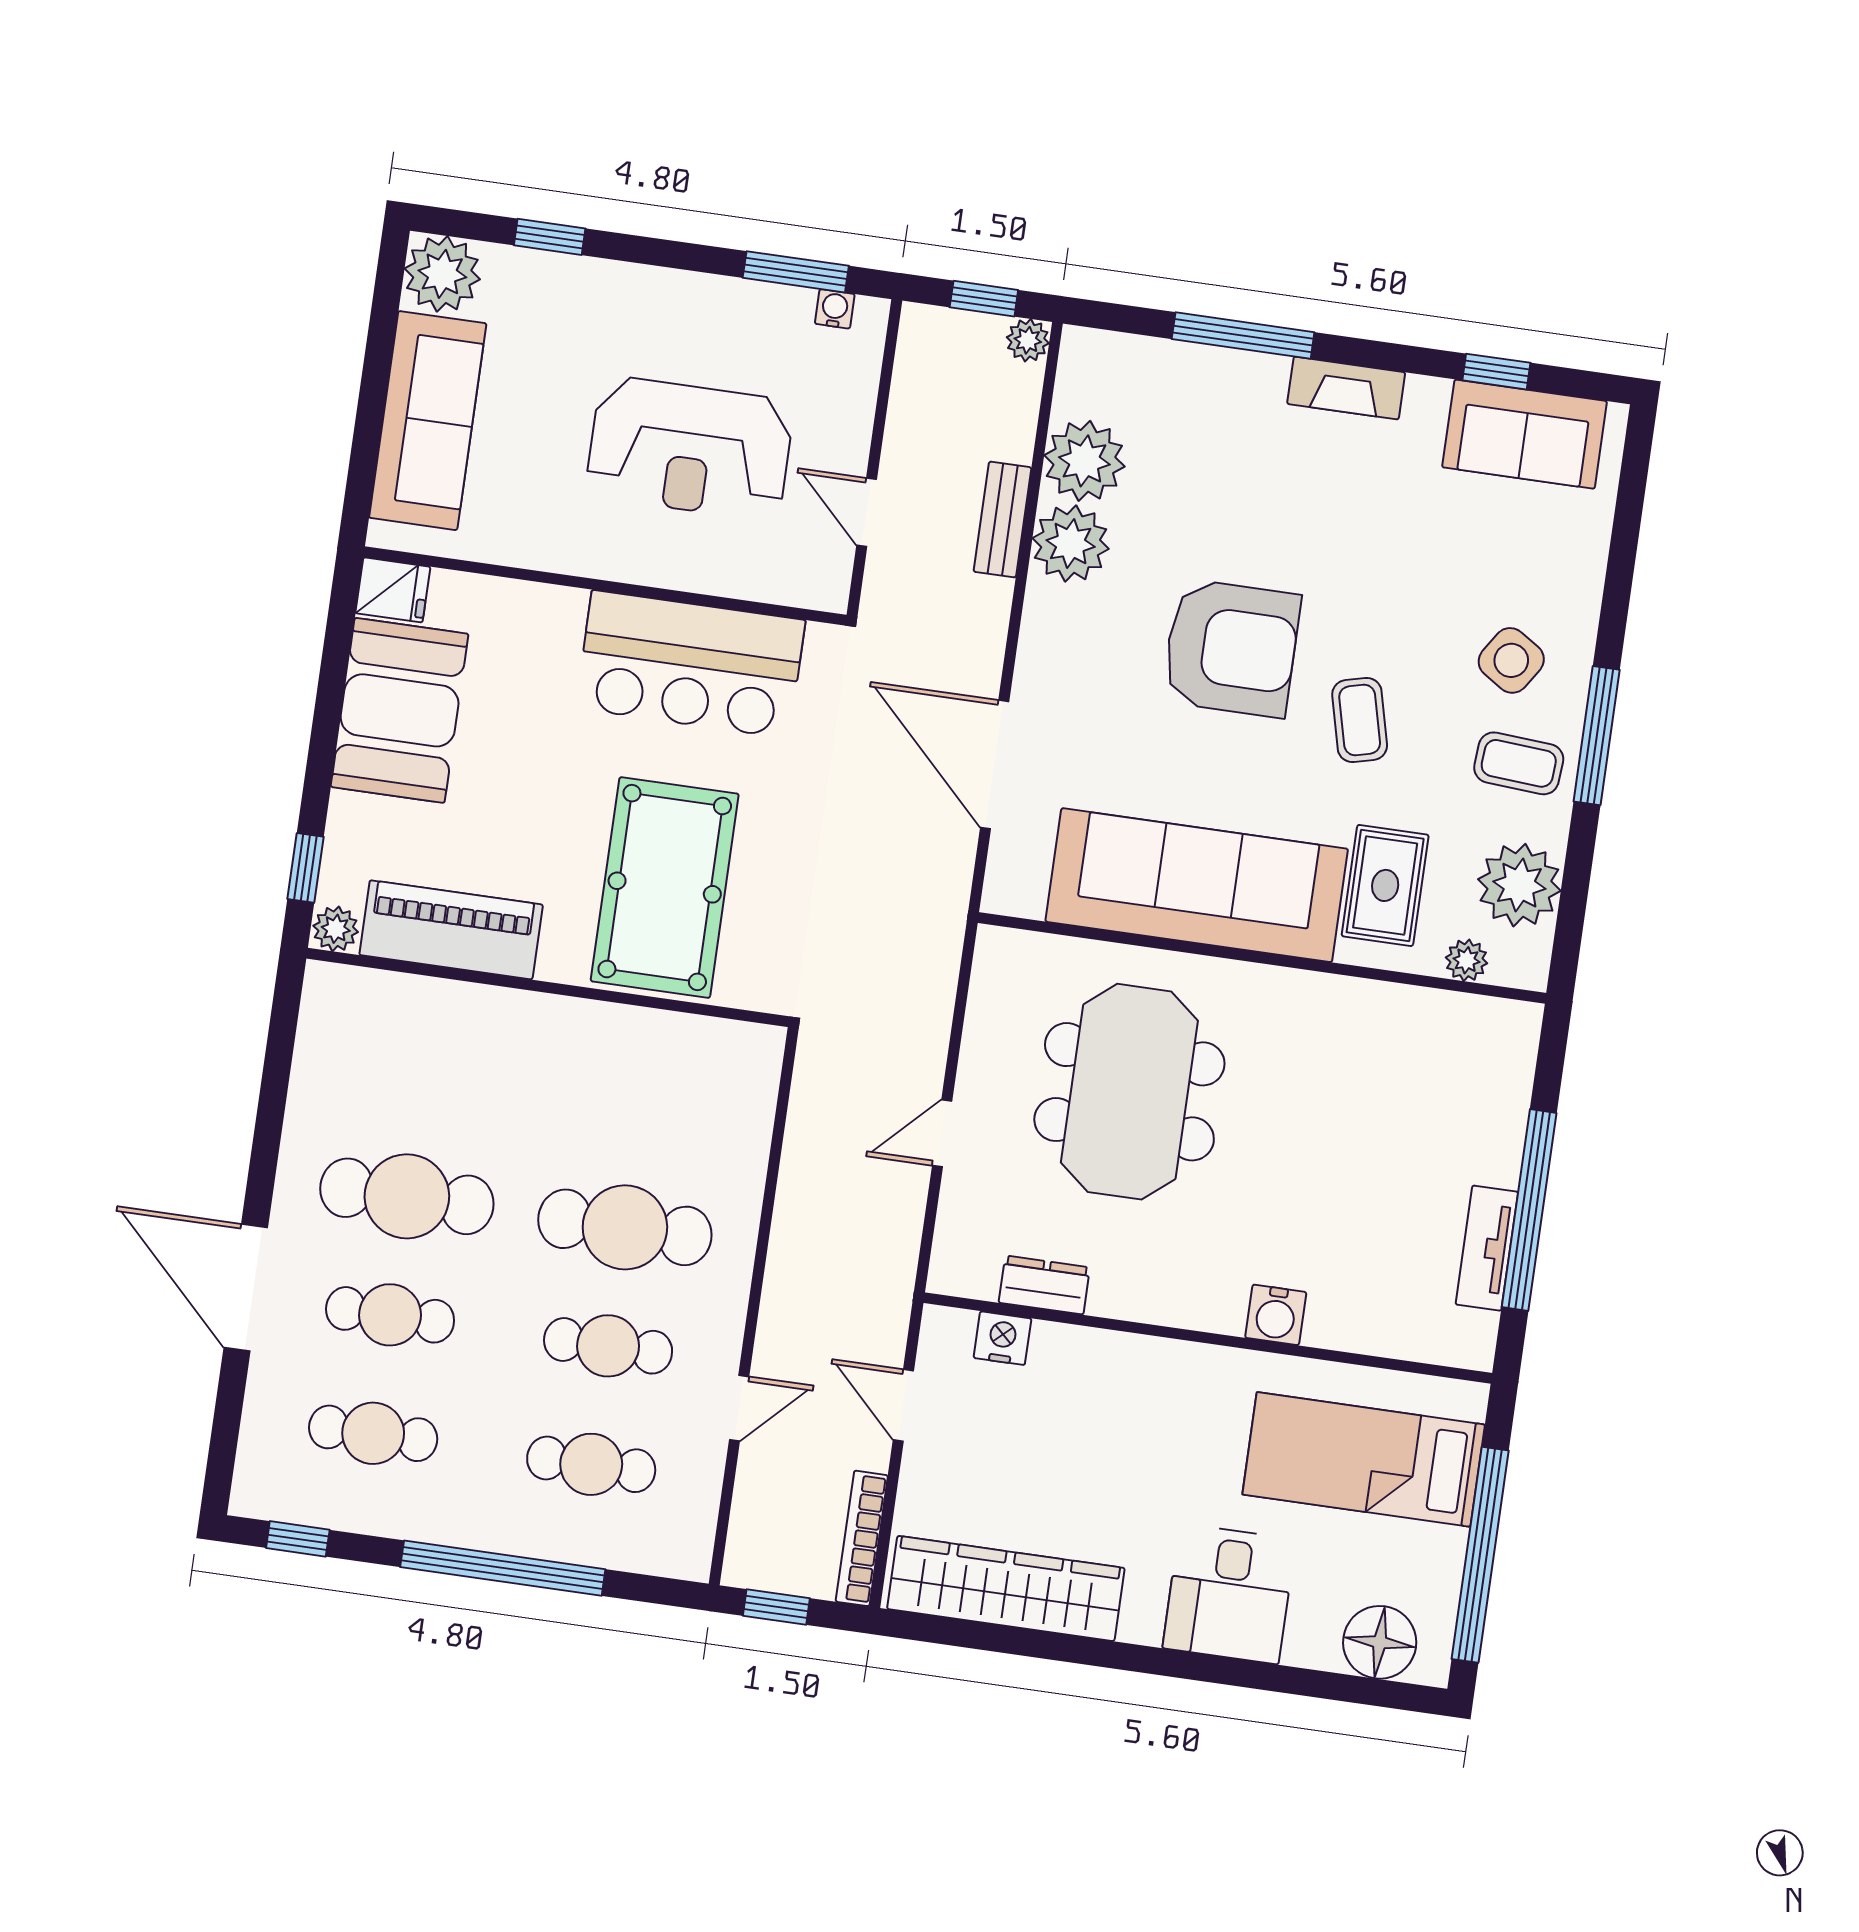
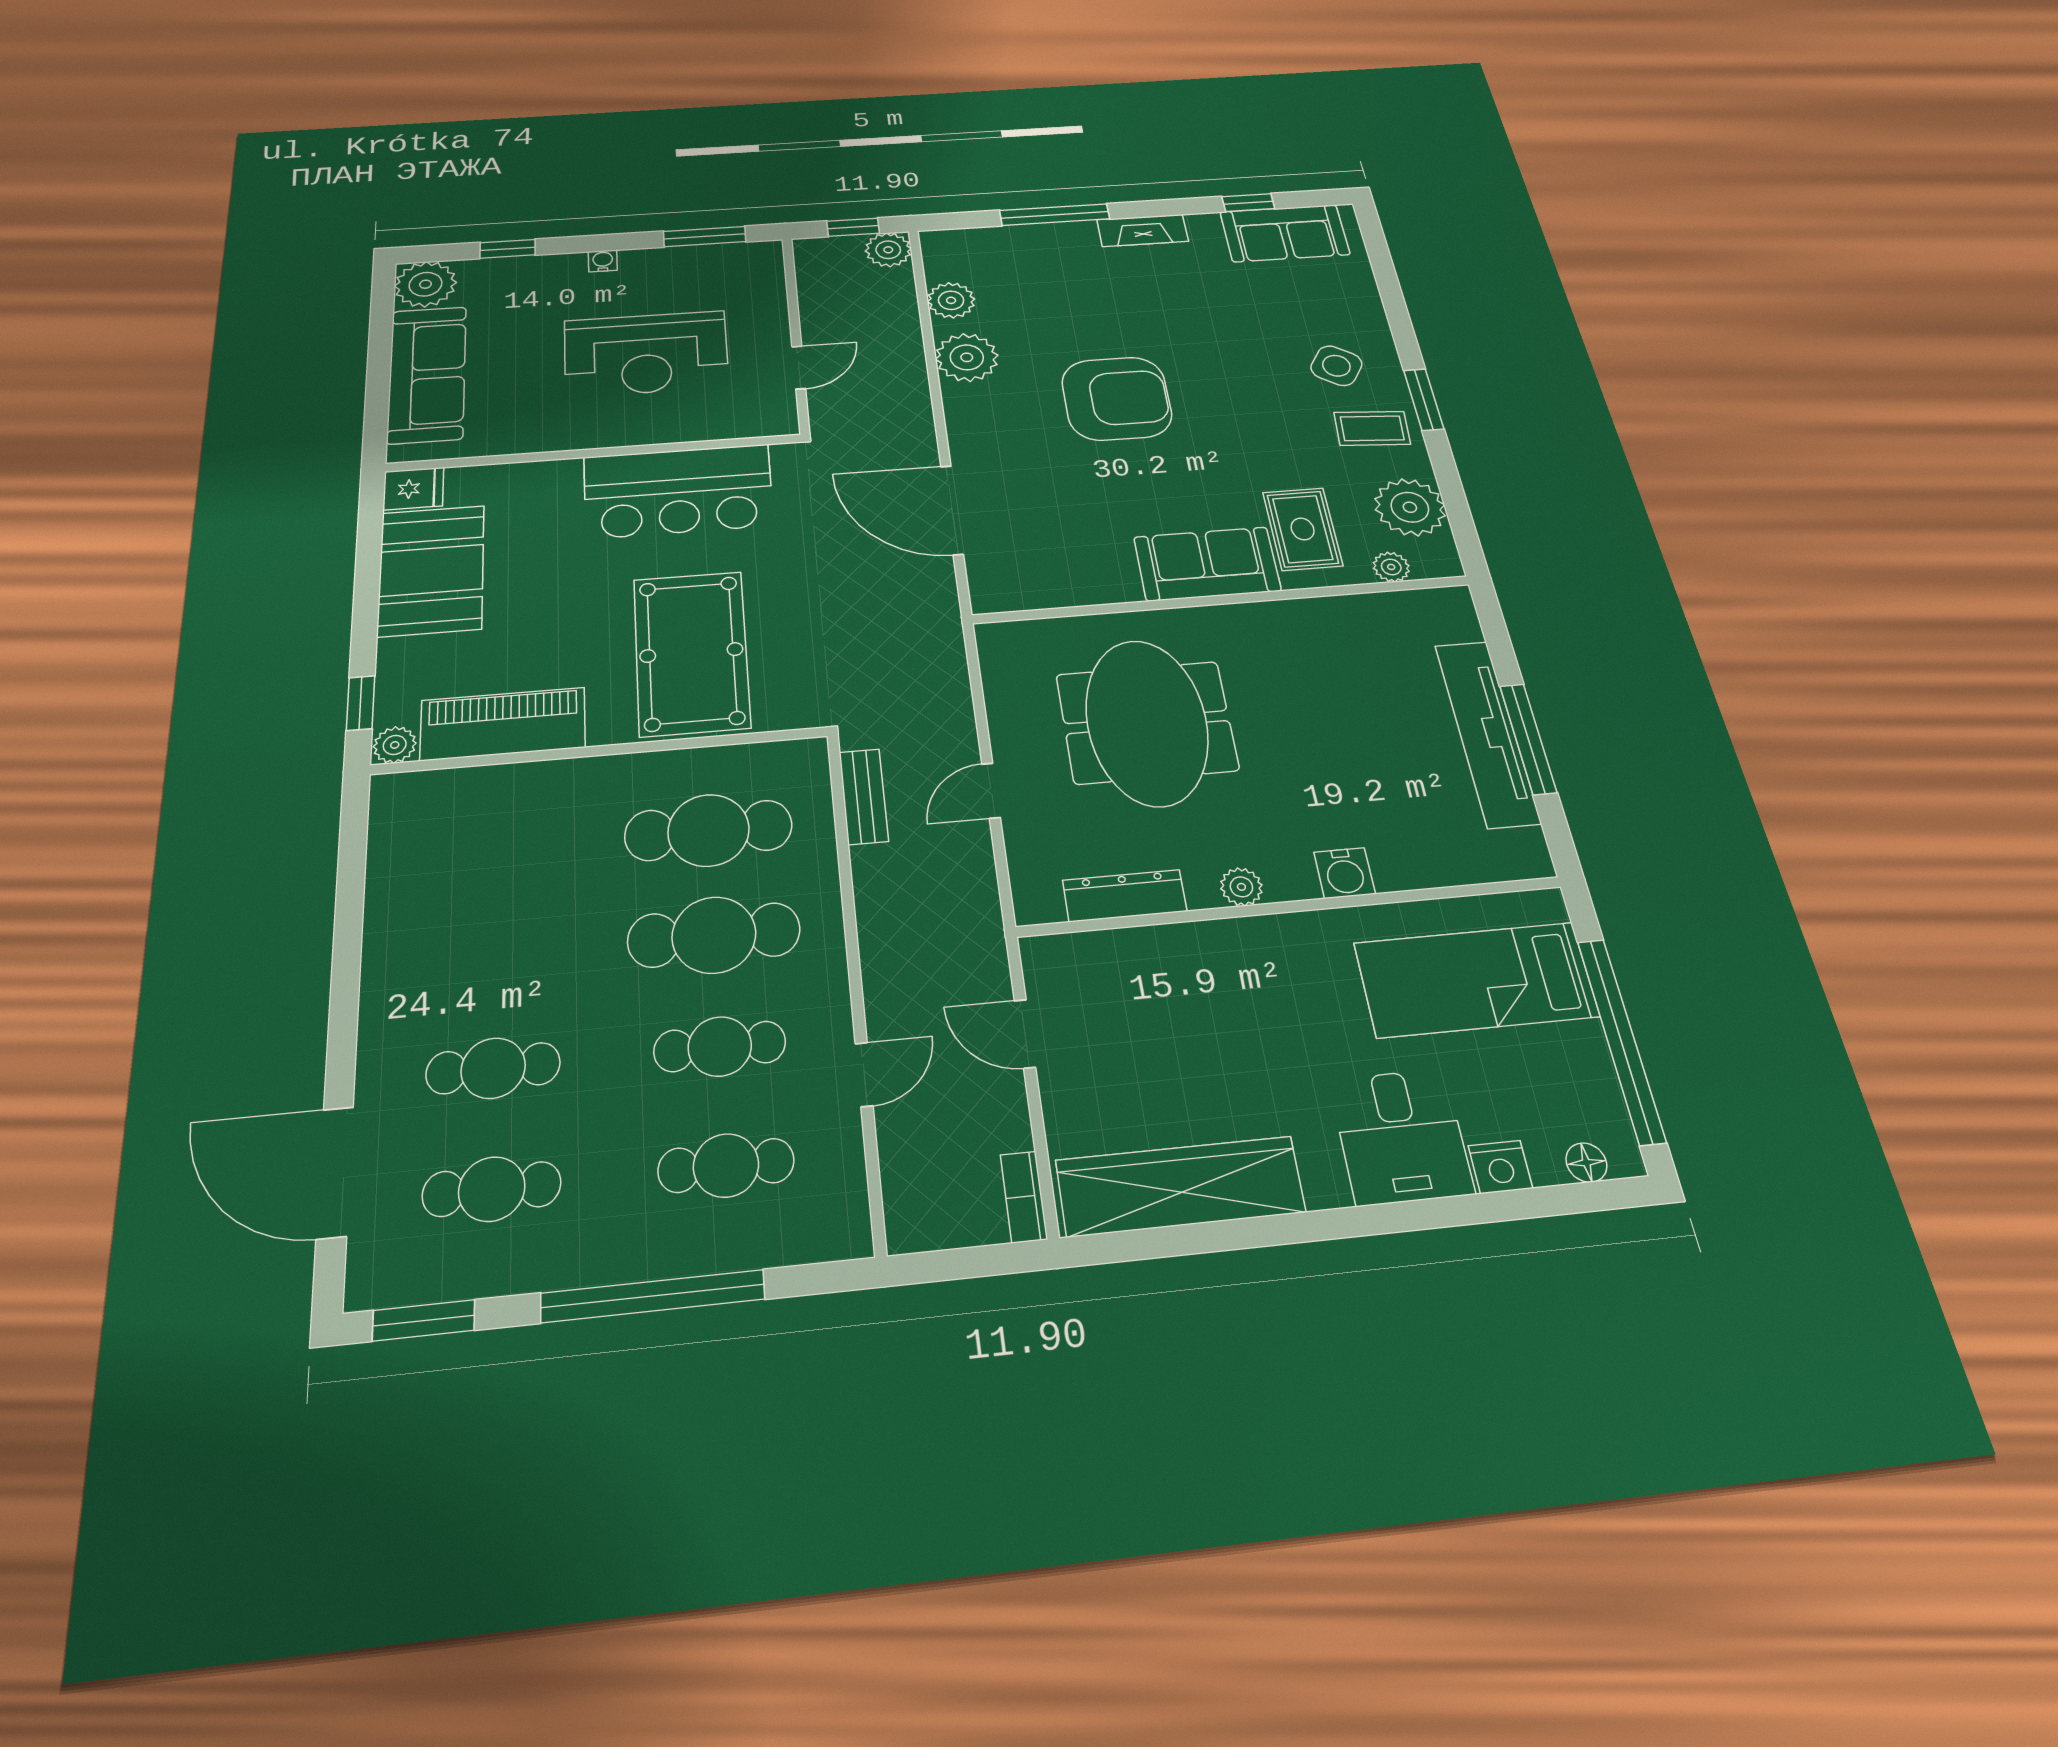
water cooler: (835, 309) -> (603, 261), moved
plant: (1028, 340) -> (888, 250), width x1.38, depth x1.38
plant: (1084, 461) -> (951, 300), width x0.73, depth x0.73
door: (867, 512) -> (799, 367), swing flipped
bench: (1002, 520) -> (864, 796), moved
coffee table: (1360, 720) -> (1236, 425), removed
window: (1597, 736) -> (1424, 400), width x0.69
sofa: (1197, 885) -> (1207, 564), width x0.54, depth x0.79
cafe table: (407, 1196) -> (708, 830), moved
window: (1529, 1210) -> (1528, 739), width x0.68
tv unit: (1487, 1248) -> (1487, 733), width x1.92, depth x1.29
dresser: (1044, 1285) -> (1125, 896), width x1.44
door: (246, 1288) -> (335, 1172), moved
plant: (1165, 1304) -> (1241, 887), added
nightstand: (1002, 1338) -> (1500, 1167), moved, turned 180
bookcase: (862, 1538) -> (1024, 1197), width x0.64
window: (298, 1539) -> (424, 1320), width x1.50
window: (776, 1607) -> (952, 1264), removed
floor lamp: (1380, 1642) -> (1586, 1163), width x0.53, depth x0.53

